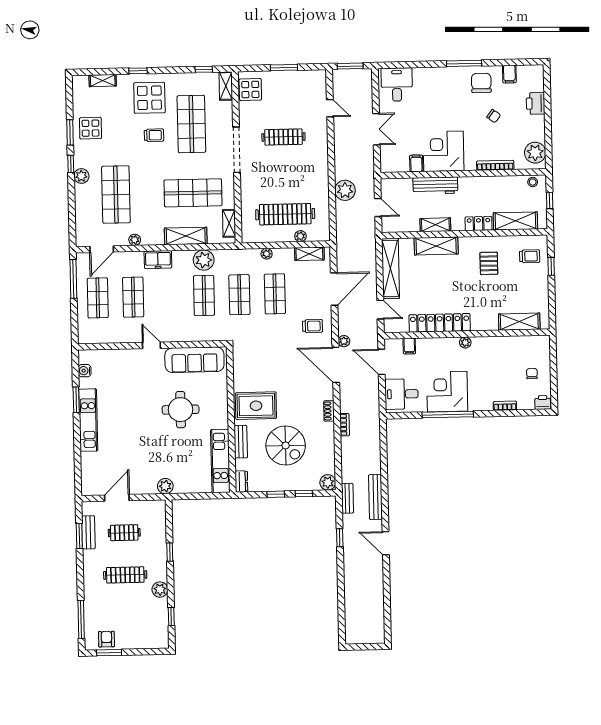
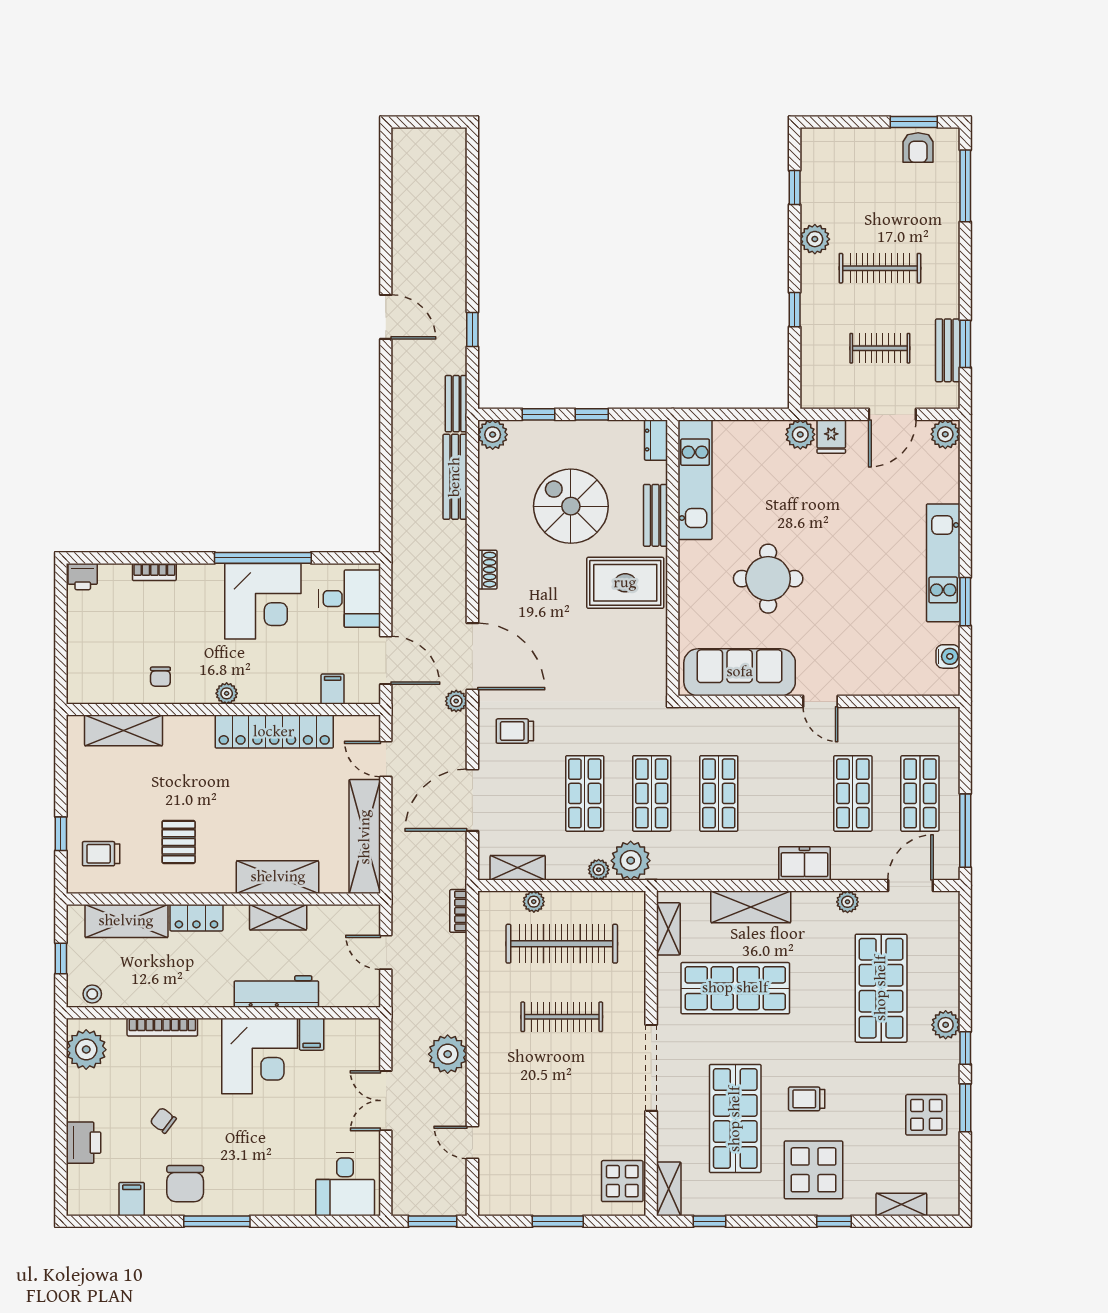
clothes rail: (283, 137) -> (562, 1017), moved
plant: (345, 190) -> (448, 1054), moved
plant: (204, 260) -> (631, 861), moved
chair: (532, 374) -> (160, 677), moved
bookcase: (345, 425) -> (458, 911), moved
fridge: (149, 485) -> (831, 437), added
plant: (89, 488) -> (945, 434), added
bench: (375, 497) -> (455, 477), moved

